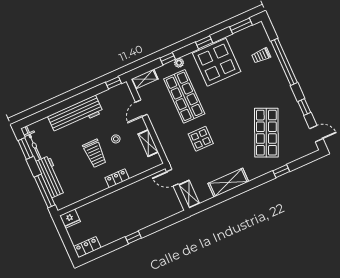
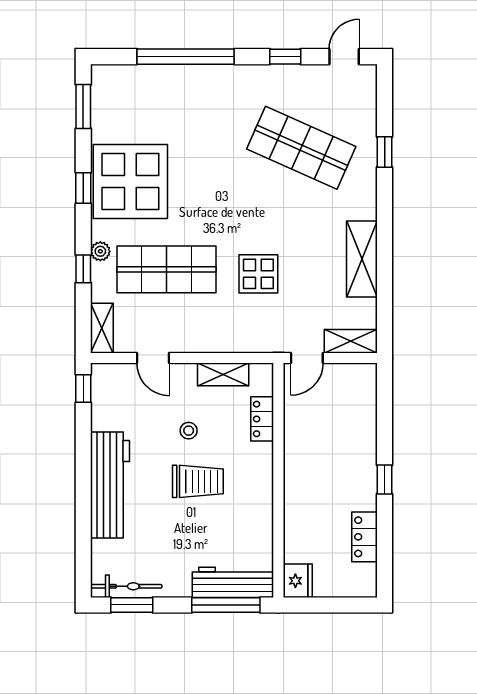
trolley: (261, 55) -> (155, 94), removed
workbench: (50, 177) -> (233, 582), moved
locker: (117, 178) -> (262, 419), moved
locker: (87, 247) -> (365, 537), moved

